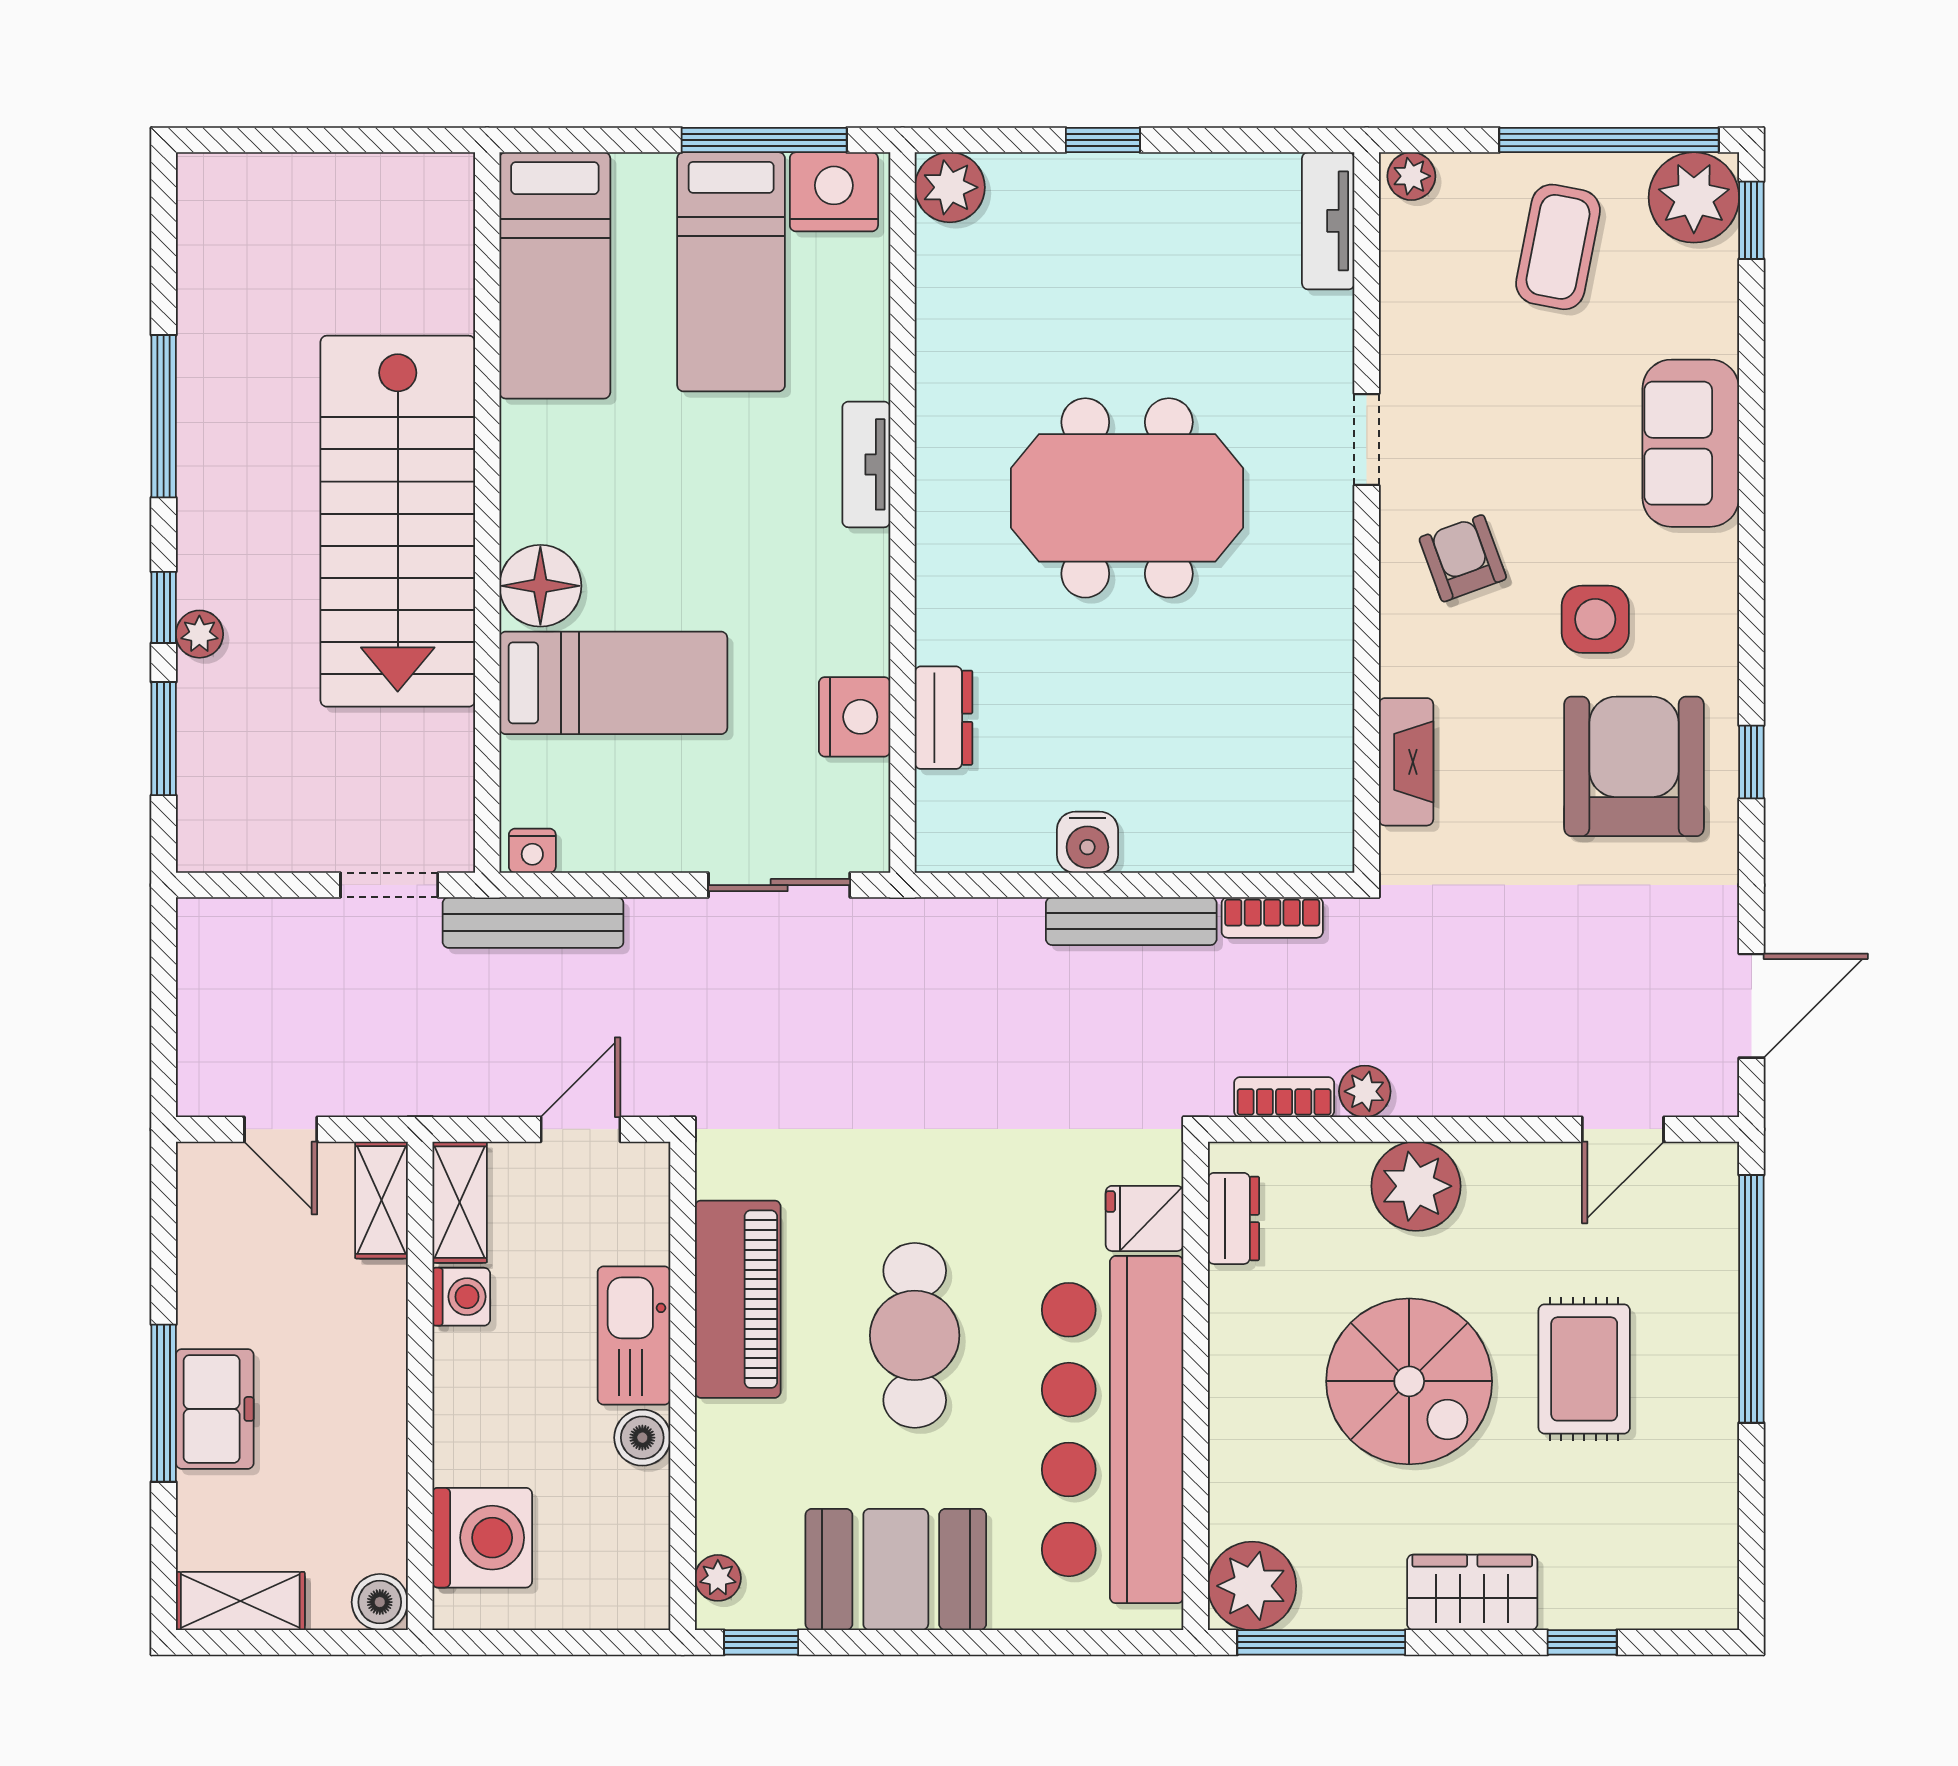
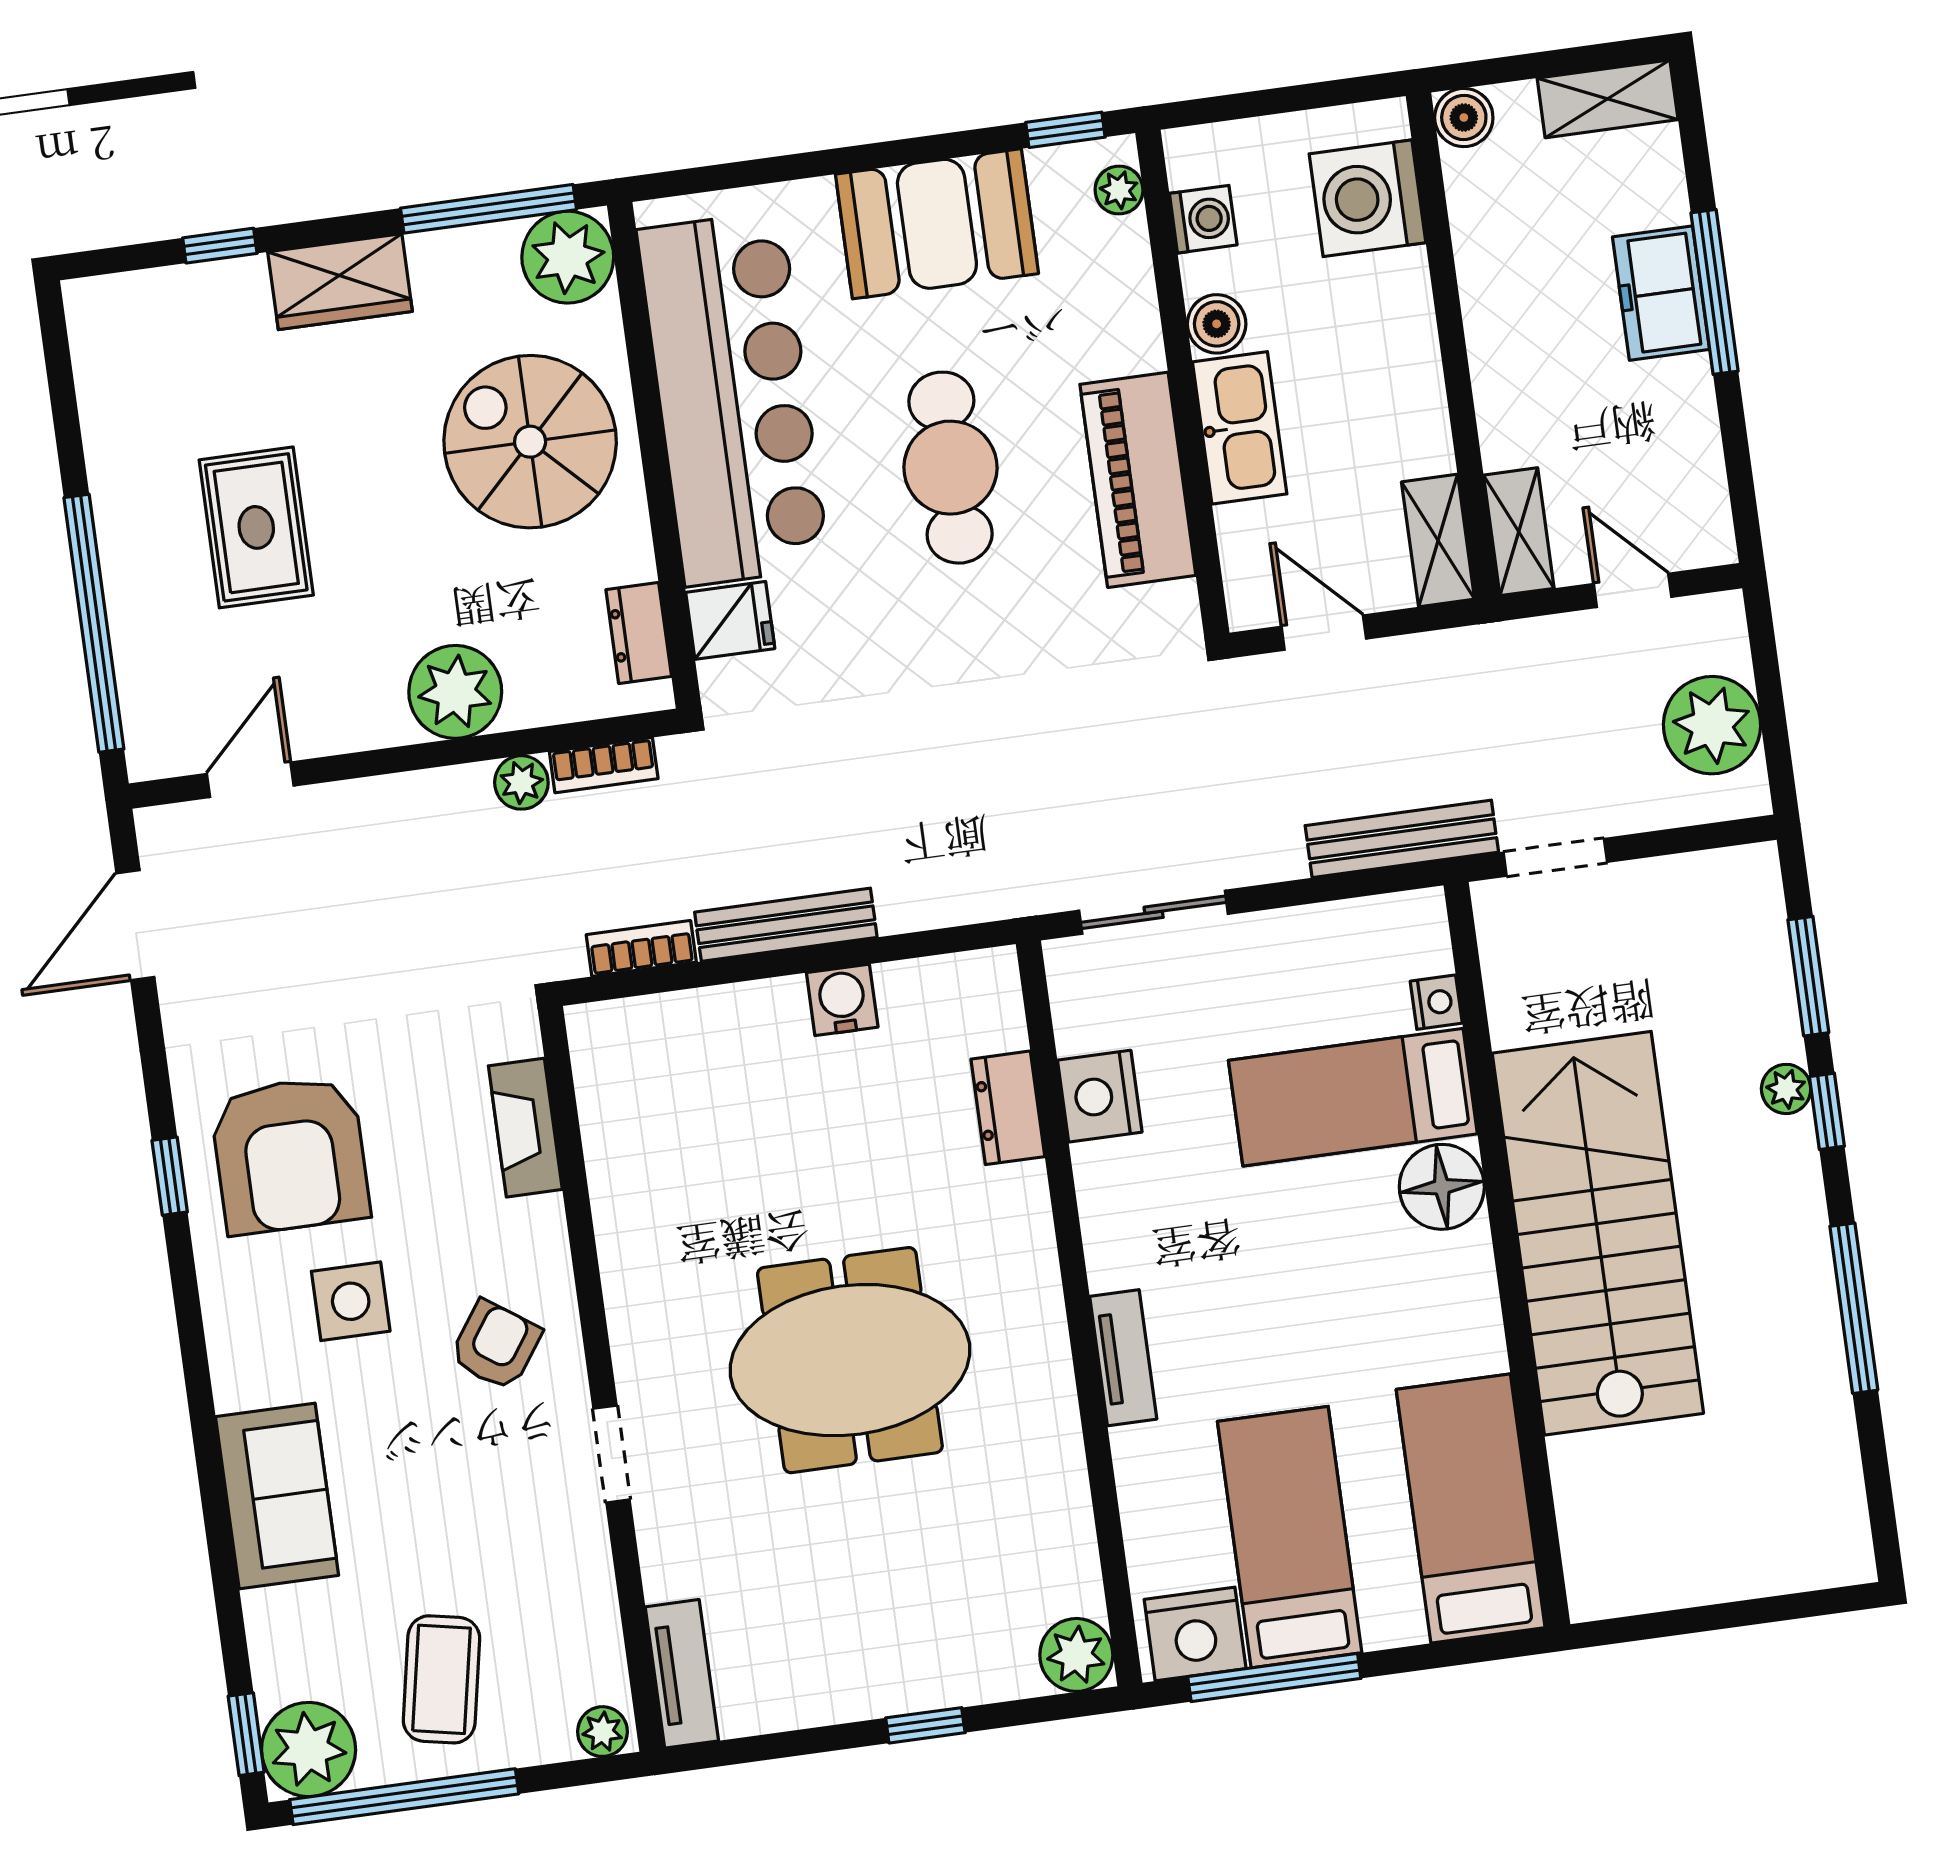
armchair: (1463, 558) -> (496, 1345), turned -125
nightstand: (532, 851) -> (1436, 1002), moved, turned 90
plant: (223, 991) -> (1712, 725), added
door: (580, 1129) -> (1324, 633), swing flipped
washing machine: (461, 1297) -> (1203, 219), moved, turned 180
spiral stairs: (1409, 1381) -> (530, 442), moved

